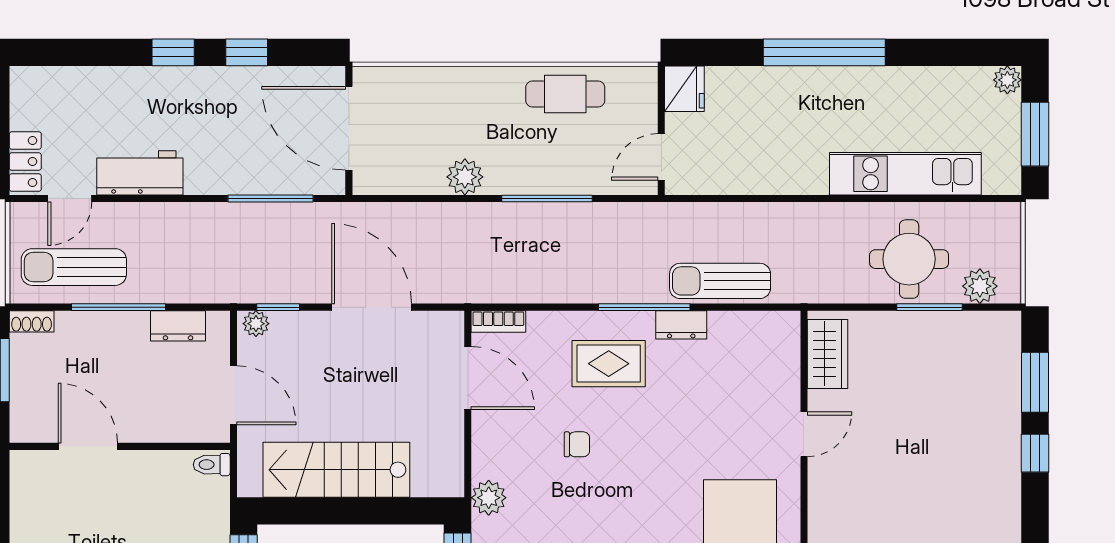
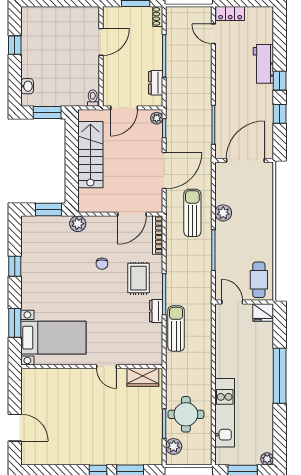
cafe table: (565, 94) -> (259, 280), moved
workbench: (140, 173) -> (263, 64), moved, turned 180
sun lounger: (74, 267) -> (192, 213), moved
bookcase: (498, 321) -> (158, 235), width x1.56

